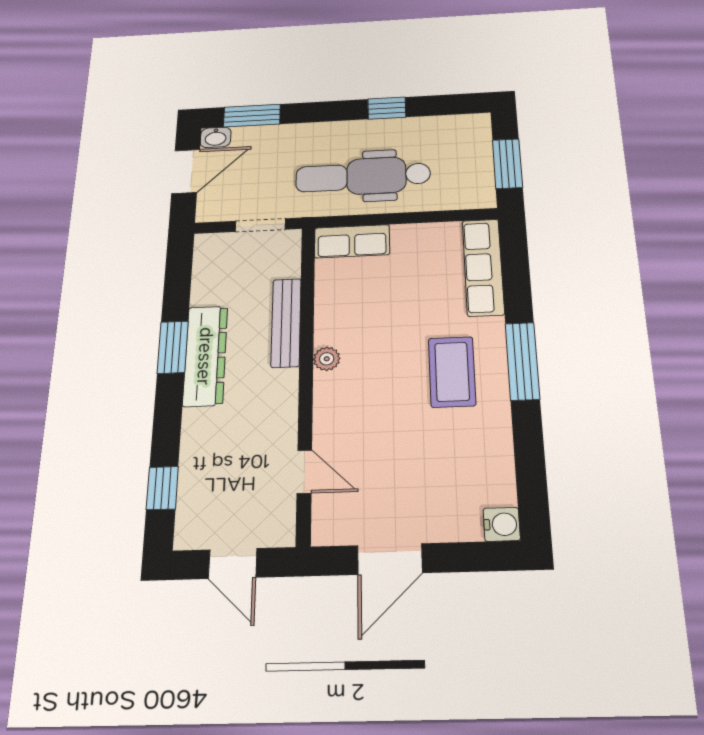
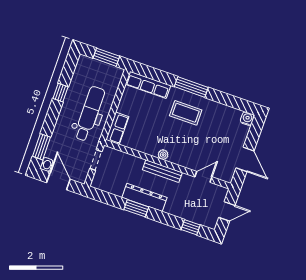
dental chair: (363, 176) -> (89, 114), turned 180
bench: (286, 322) -> (162, 171), moved

